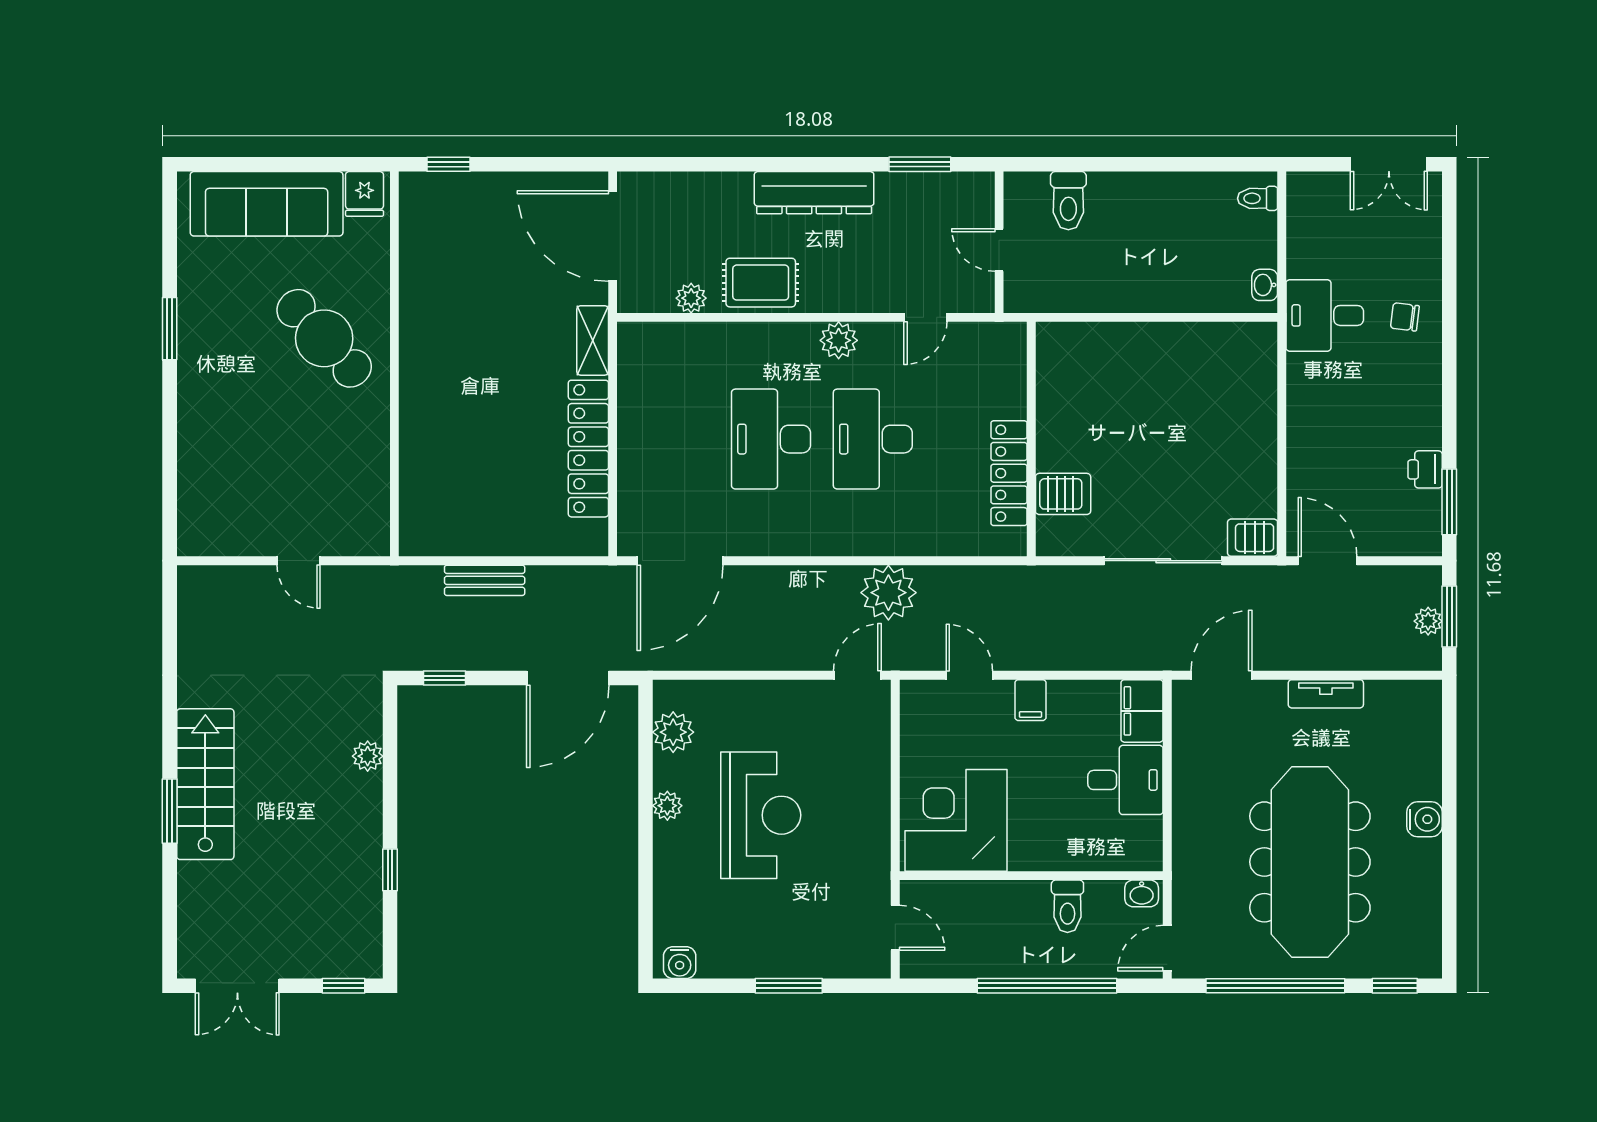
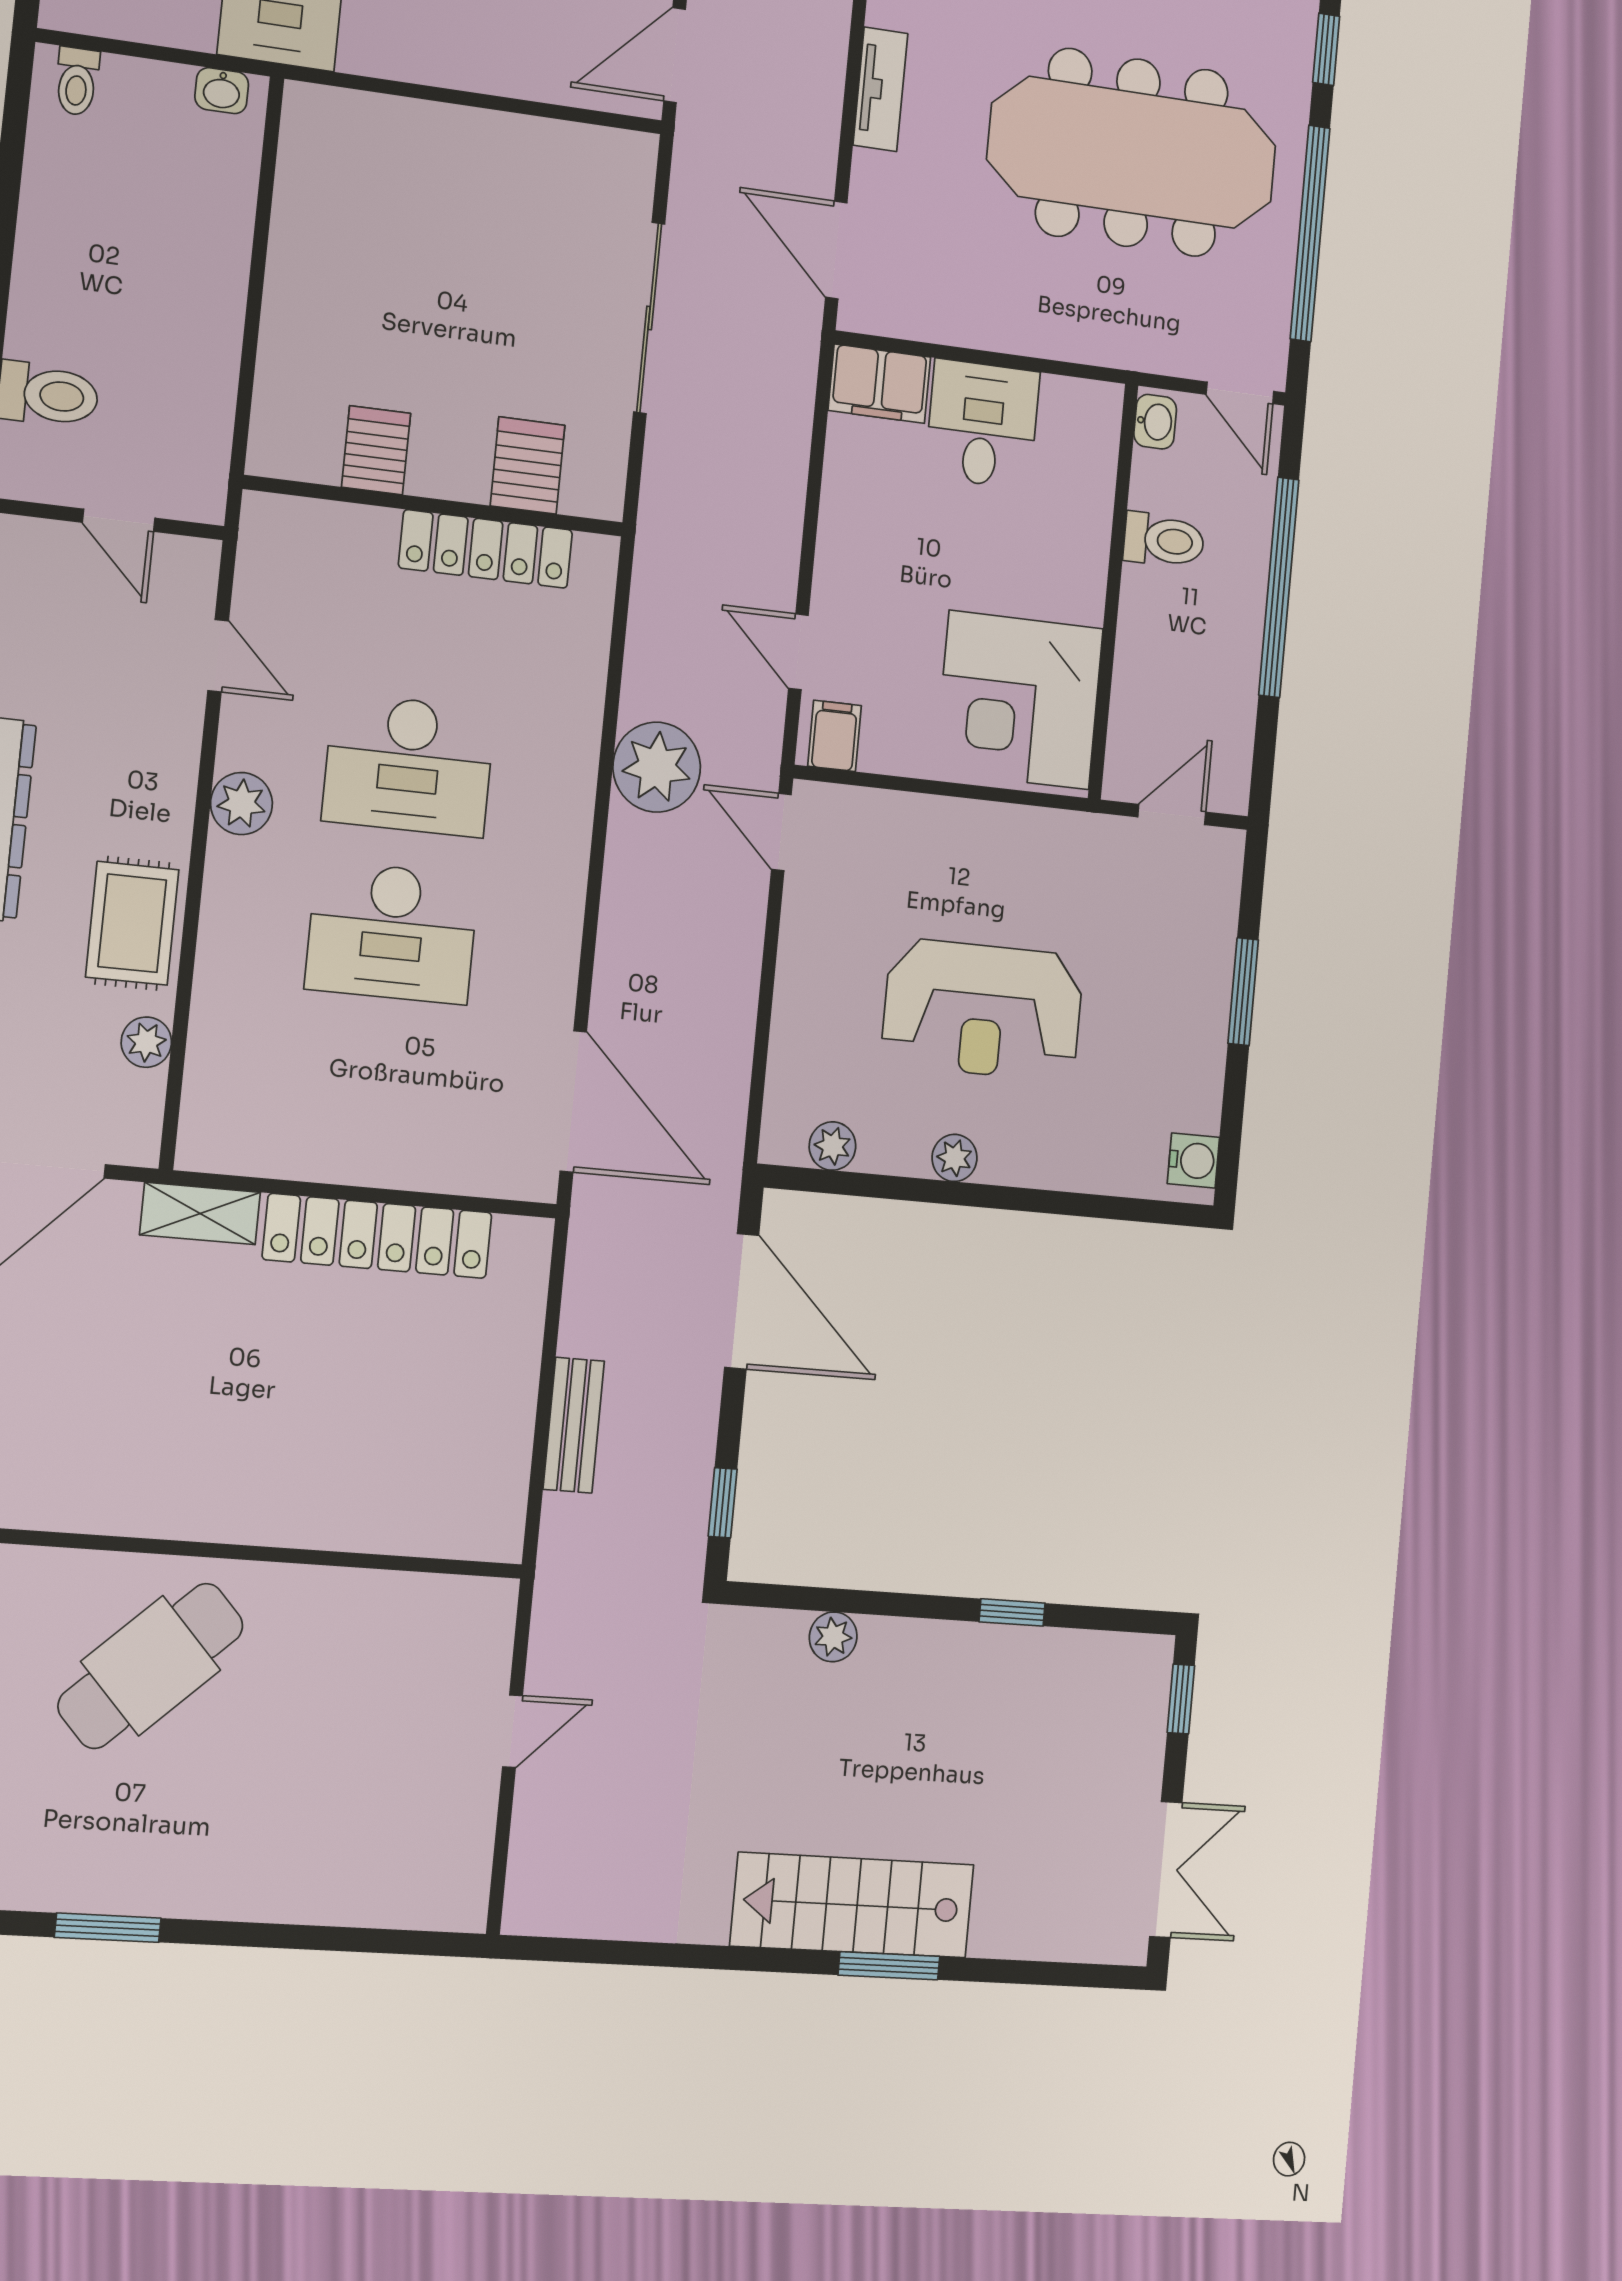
door: (999, 250) -> (119, 520), hinge flipped
server rack: (1253, 538) -> (376, 450), moved, turned 180
door: (969, 675) -> (798, 652), hinge flipped
filing cabinet: (1030, 700) -> (835, 736), moved, turned -90
plant: (673, 732) -> (832, 1146), width x0.73, depth x0.73
reception desk: (761, 815) -> (983, 1010), turned 180

